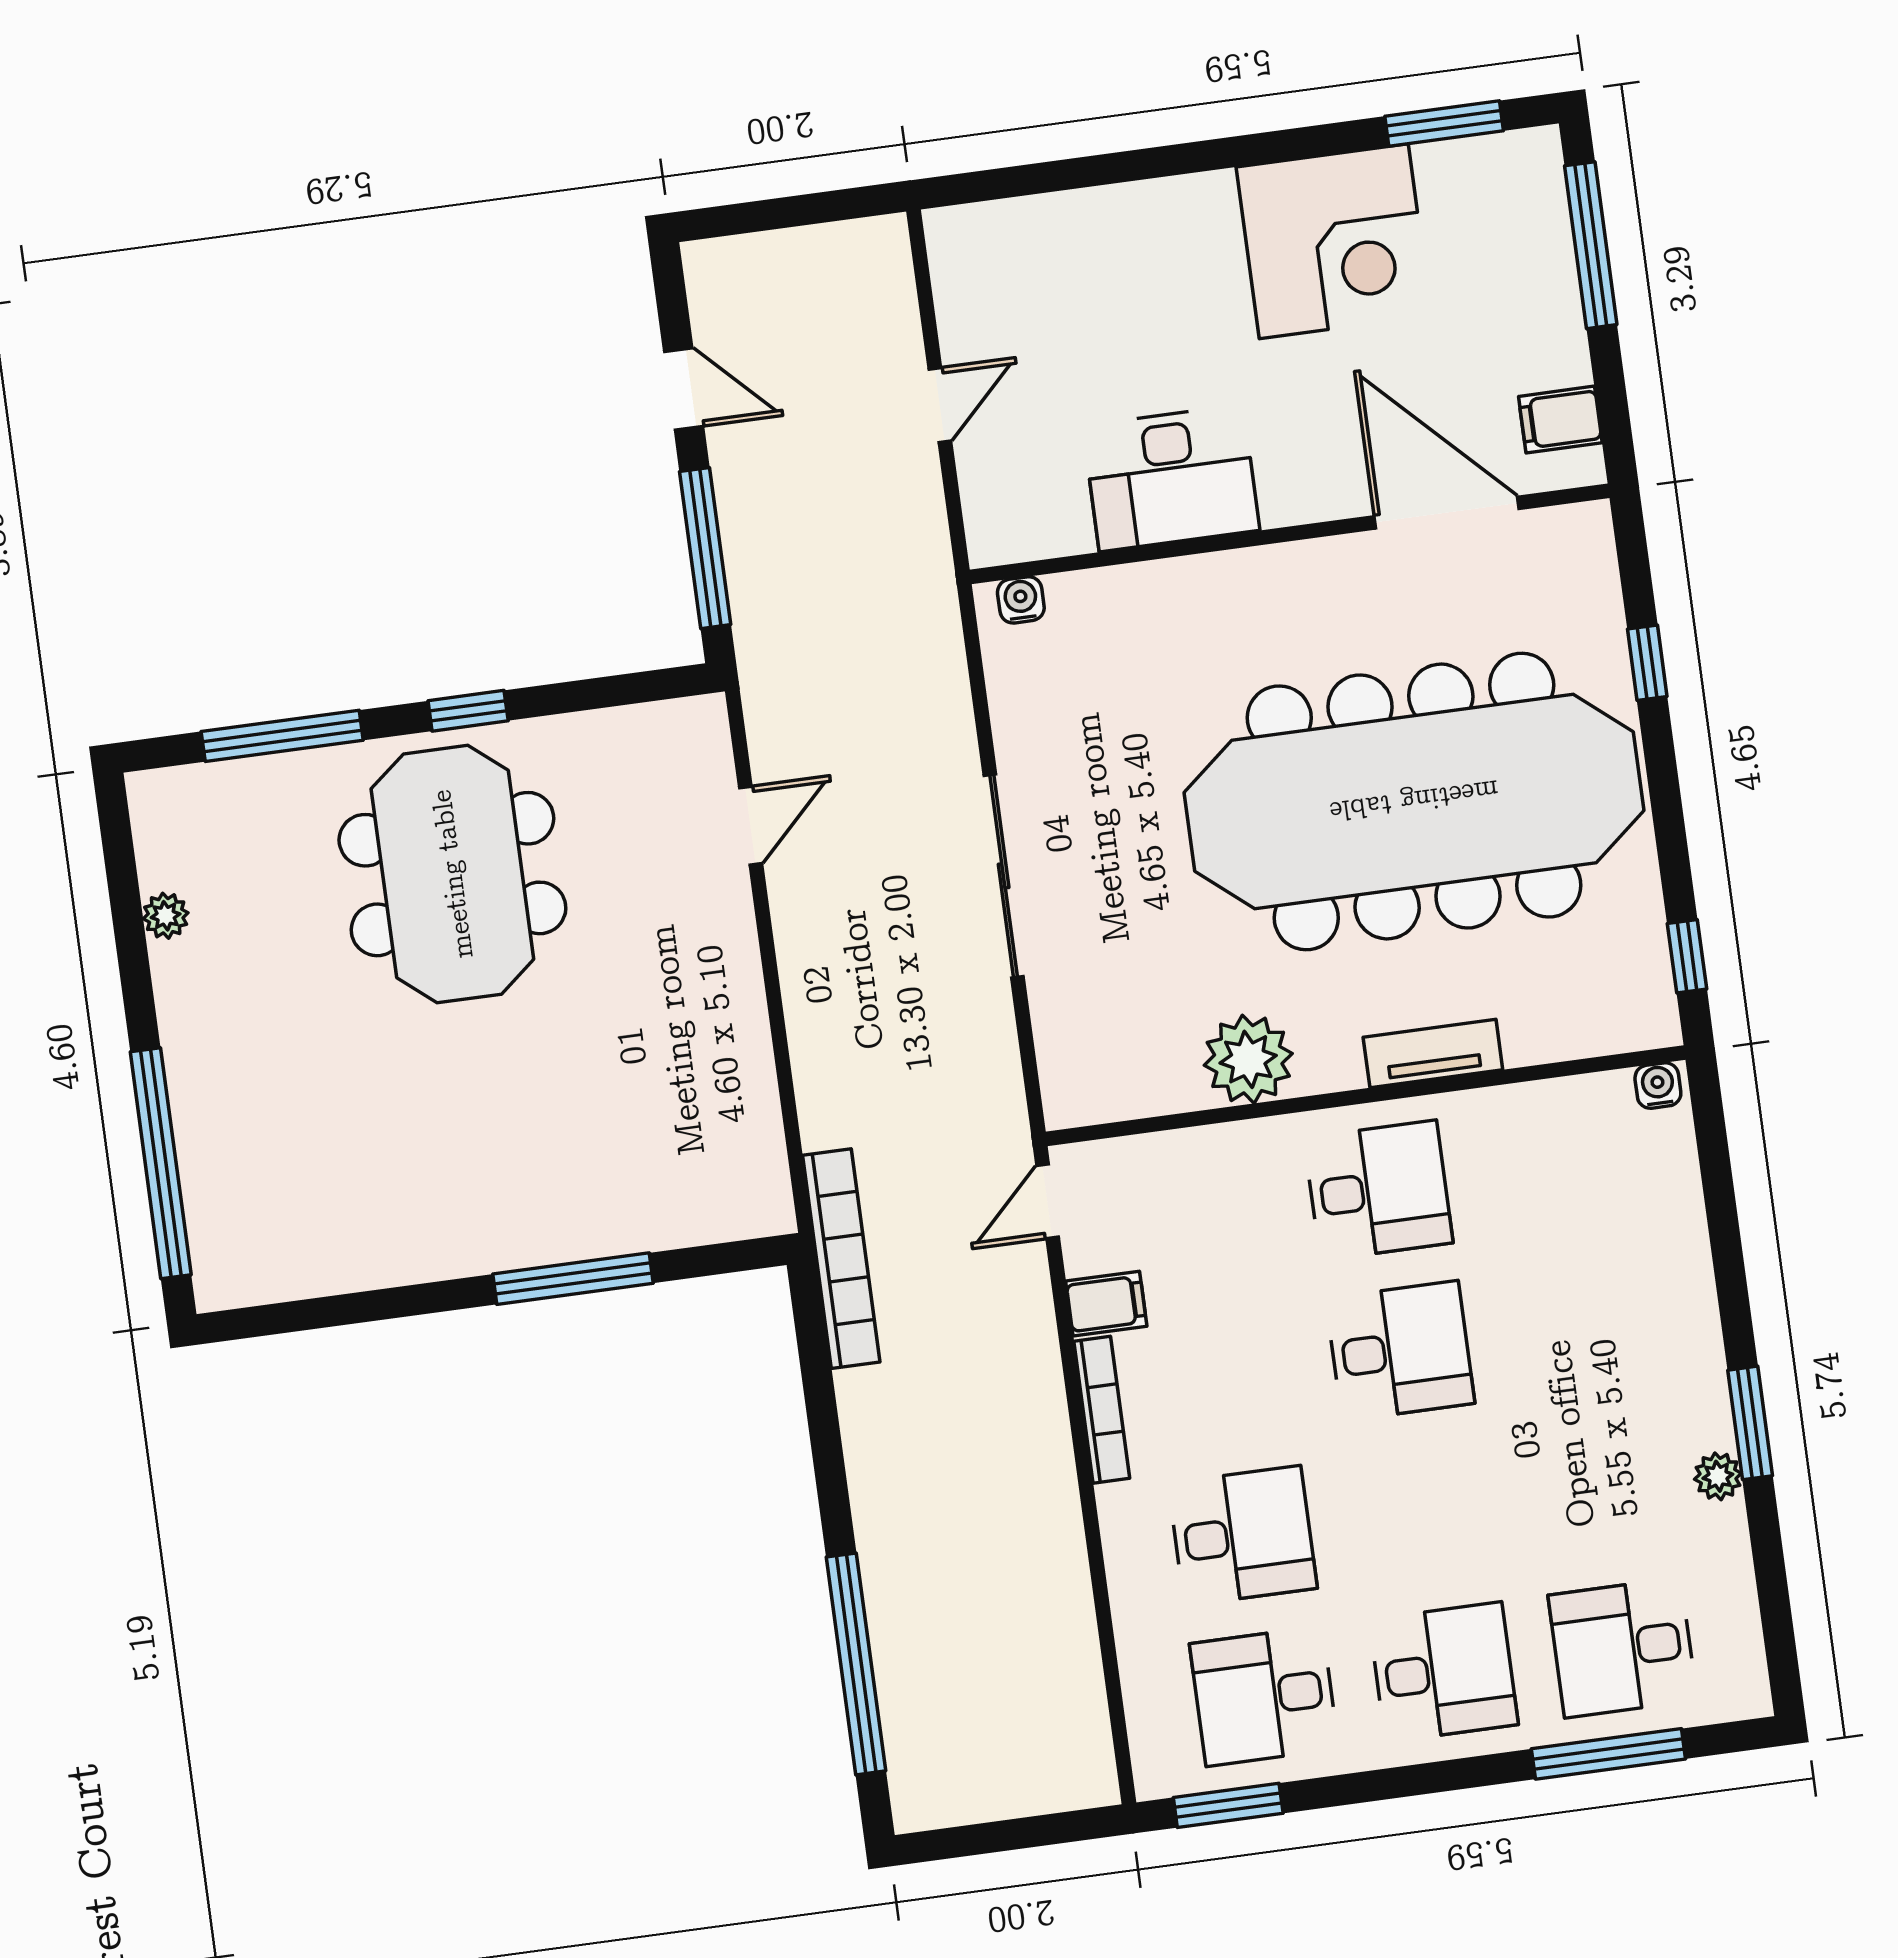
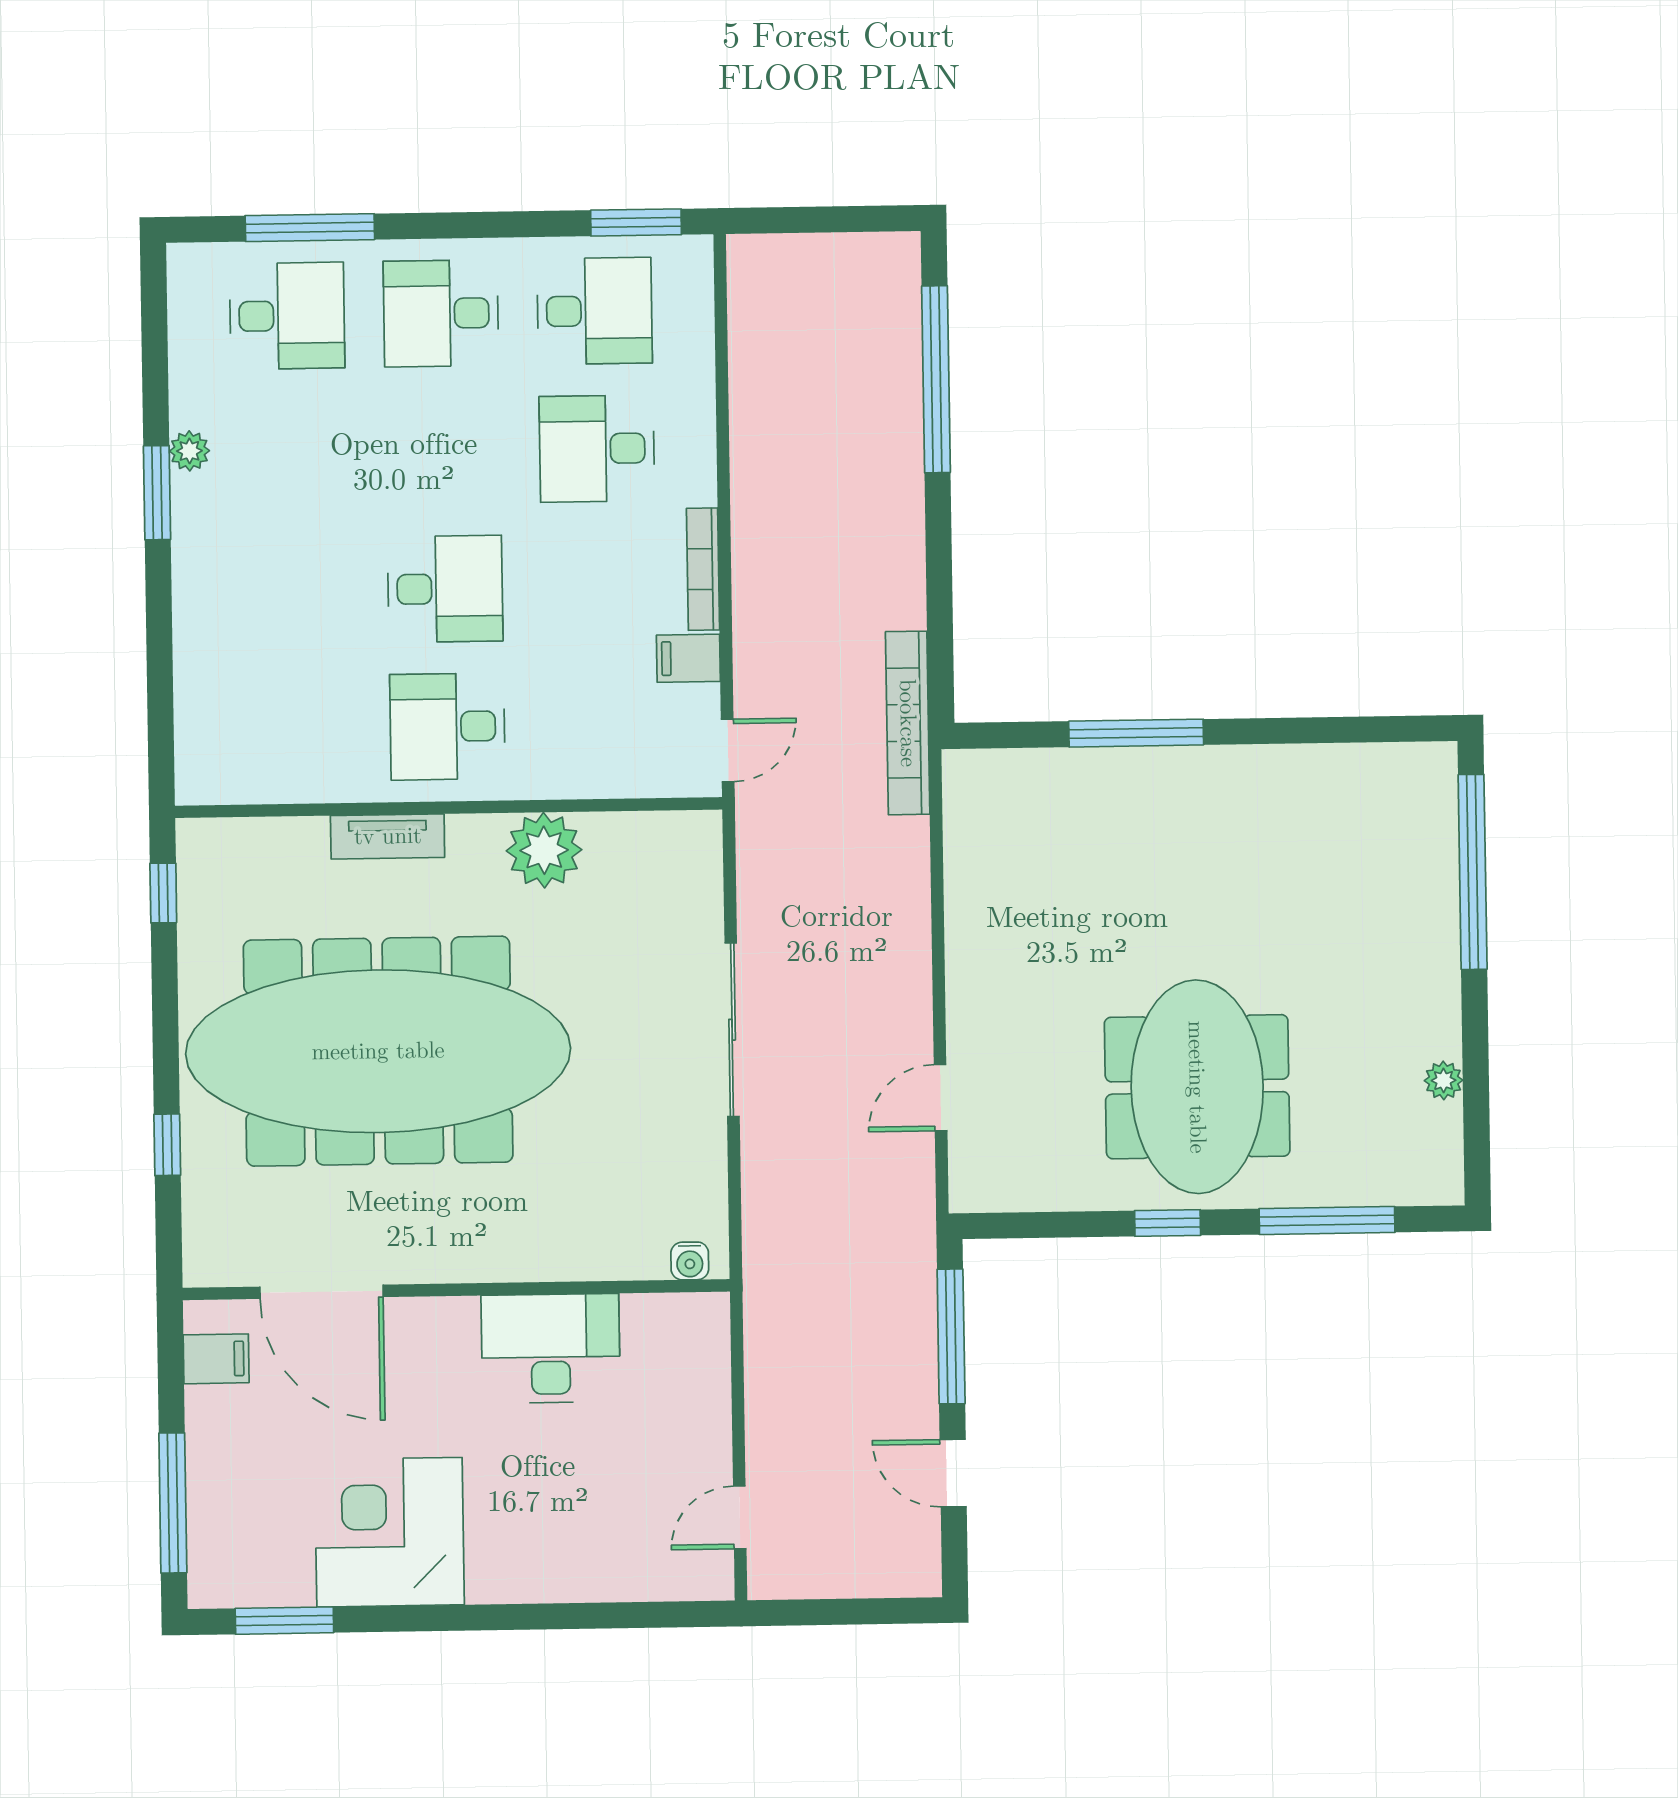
door: (940, 405) -> (740, 1517), moved
water cooler: (1658, 1086) -> (201, 787), removed
desk: (1400, 1351) -> (445, 589), turned 180

